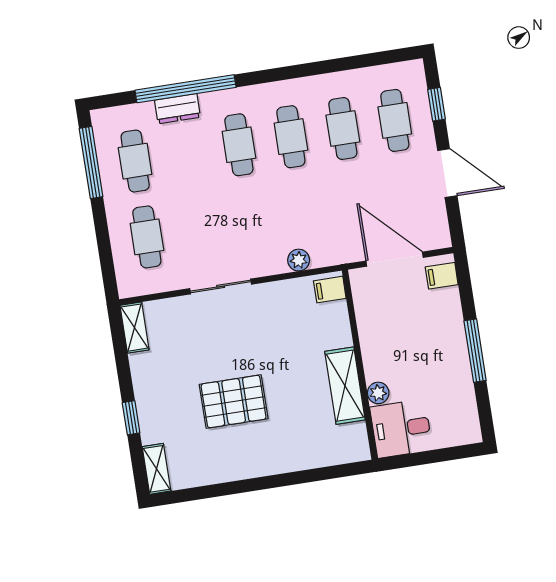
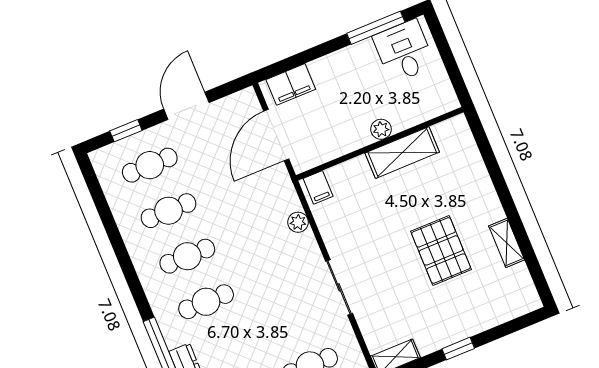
filing cabinet: (442, 276) -> (291, 84), width x2.00
window: (475, 351) -> (376, 28), moved
plant: (378, 393) -> (381, 129), moved
window: (131, 418) -> (458, 349), moved
desk: (401, 429) -> (404, 51), moved, turned 180
shelving: (157, 469) -> (507, 243), moved, turned 90

